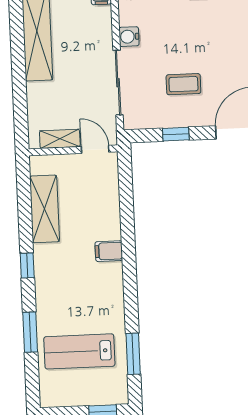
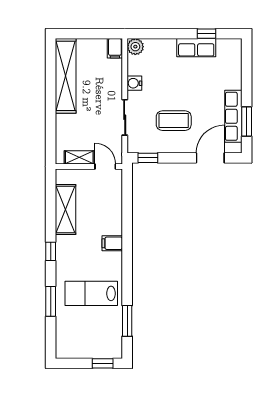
sliding door: (118, 83) -> (125, 117), width x0.73
coffee table: (183, 84) -> (174, 121), width x1.36, depth x1.30
window: (176, 134) -> (148, 158), moved
lab bench: (79, 351) -> (91, 293), moved

